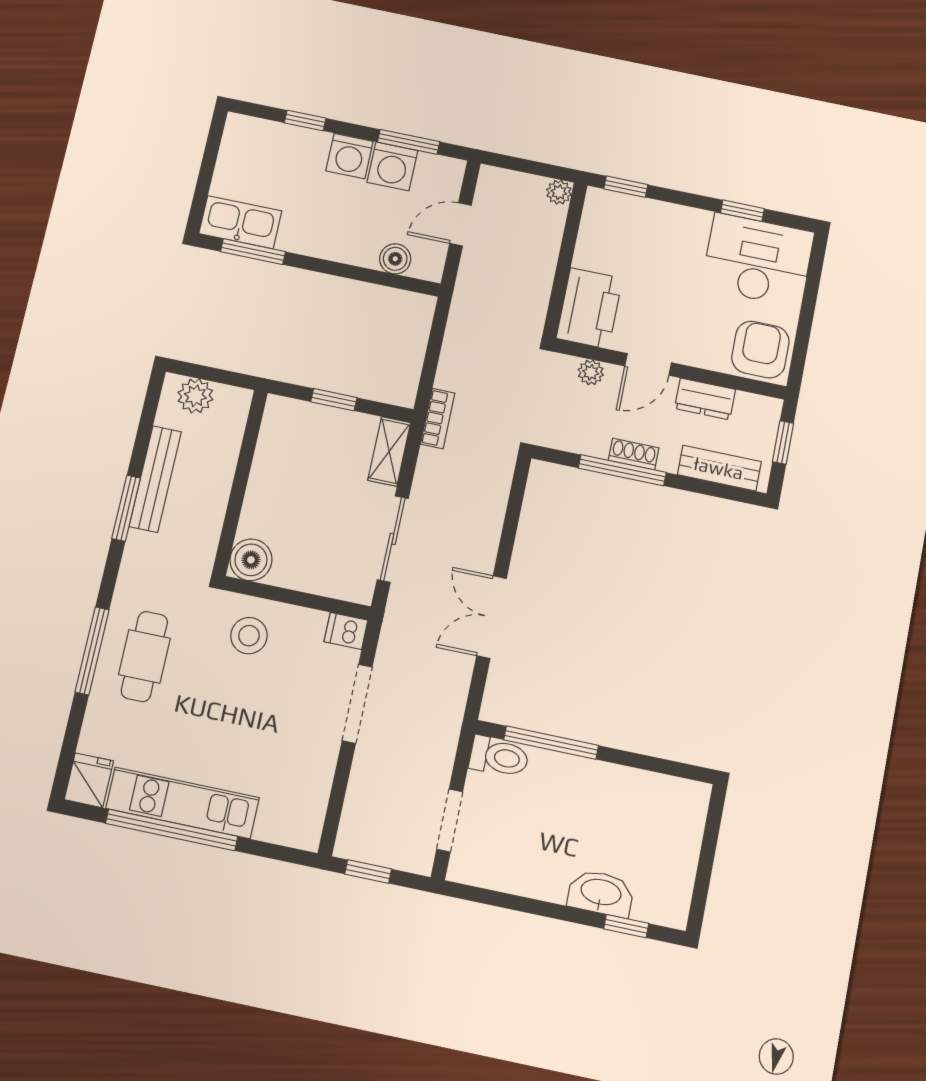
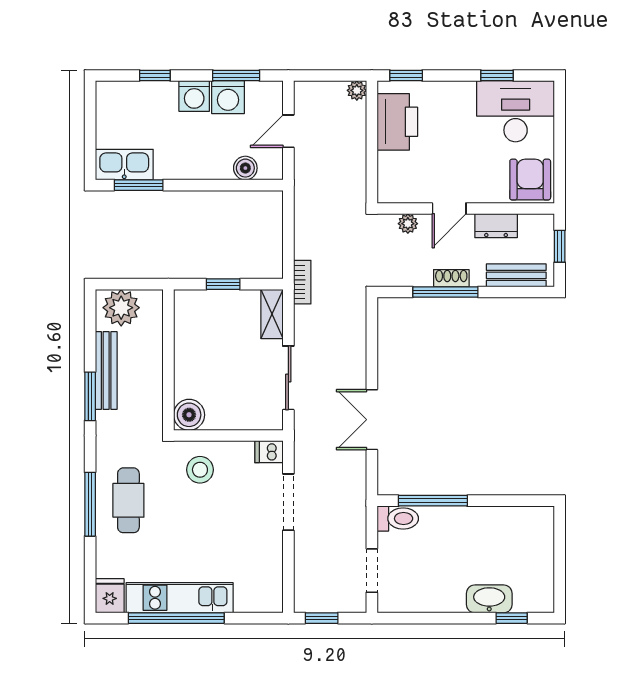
printer: (589, 308) -> (397, 122), moved
plant: (195, 396) -> (121, 308), width x1.36, depth x1.36

